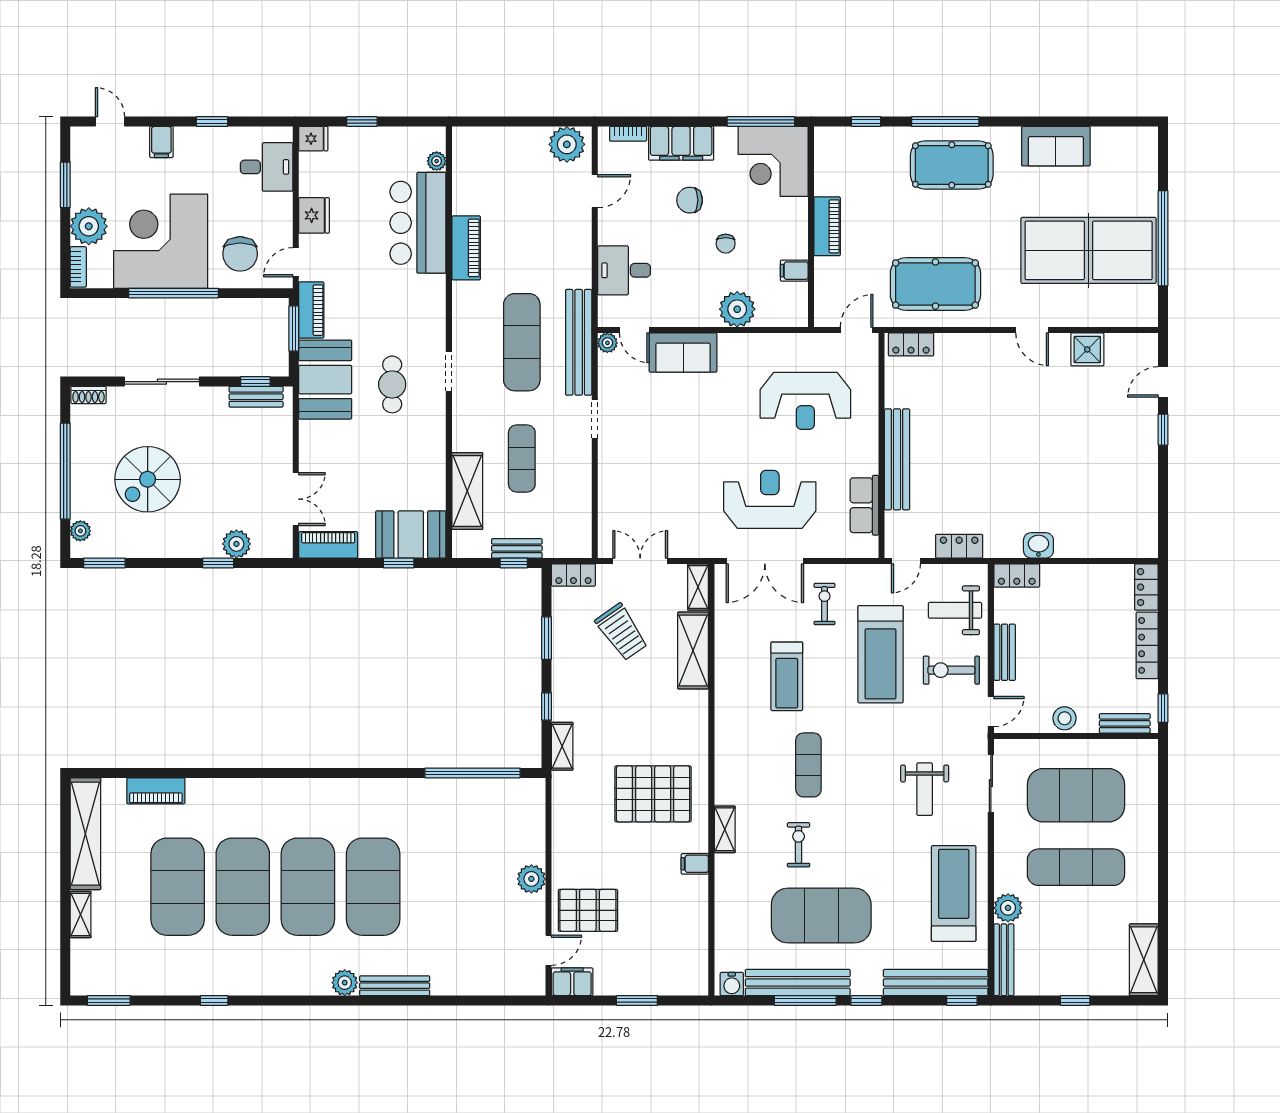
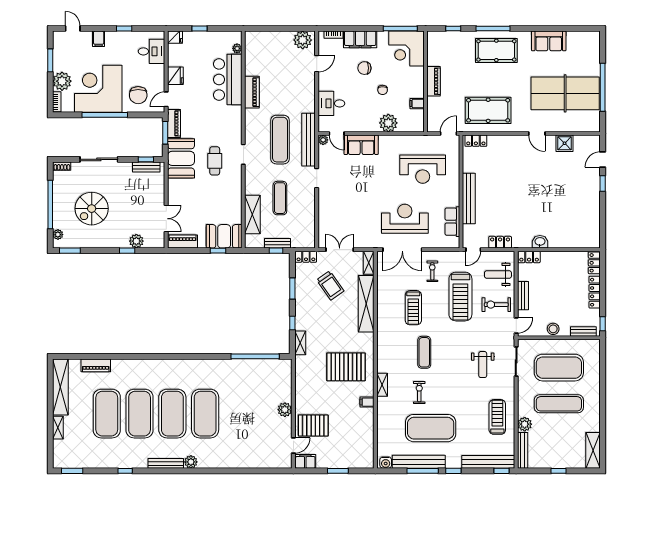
shelving: (693, 650) -> (366, 304), width x1.47
treadmill: (954, 893) -> (497, 417), width x0.73, depth x0.73
bench: (395, 986) -> (166, 463), moved

